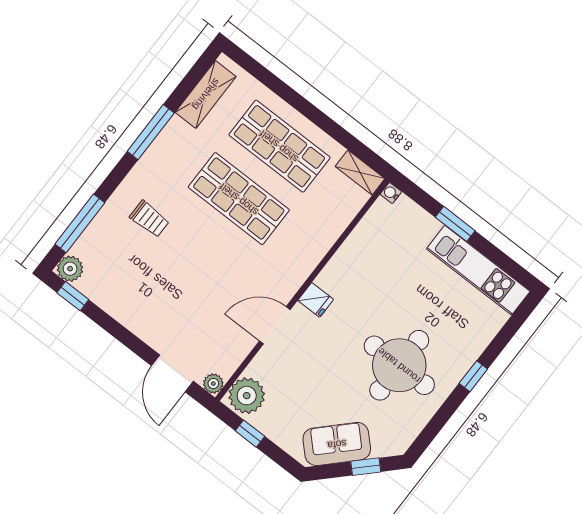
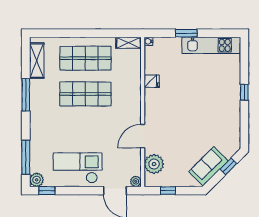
trolley: (149, 219) -> (54, 132), removed
checkout: (144, 298) -> (78, 168), added
fridge: (316, 300) -> (152, 81), moved
round table: (399, 365) -> (209, 112), removed
plant: (247, 396) -> (154, 164), moved

